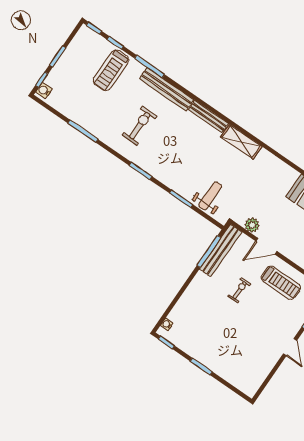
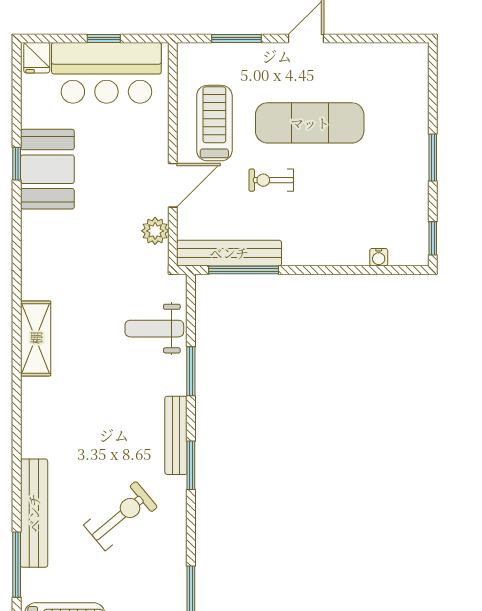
bench: (208, 117) -> (176, 435), moved
exercise bike: (140, 126) -> (121, 516), turned 140
door: (266, 246) -> (173, 185), hinge flipped
water cooler: (167, 324) -> (379, 257), moved
exercise mat: (253, 324) -> (310, 123), added

